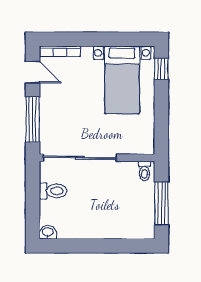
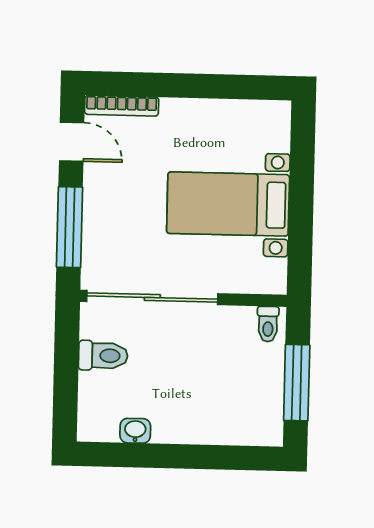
window: (161, 69) -> (303, 142), removed
bed with nightstands: (122, 80) -> (228, 204), moved, turned 90
washbasin: (48, 232) -> (135, 431), moved

